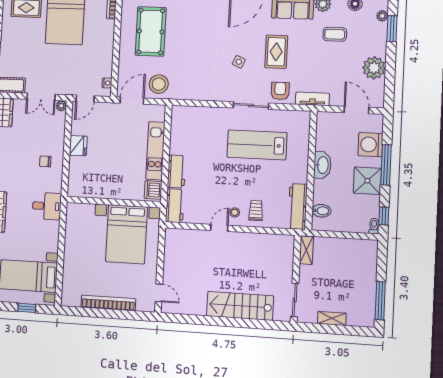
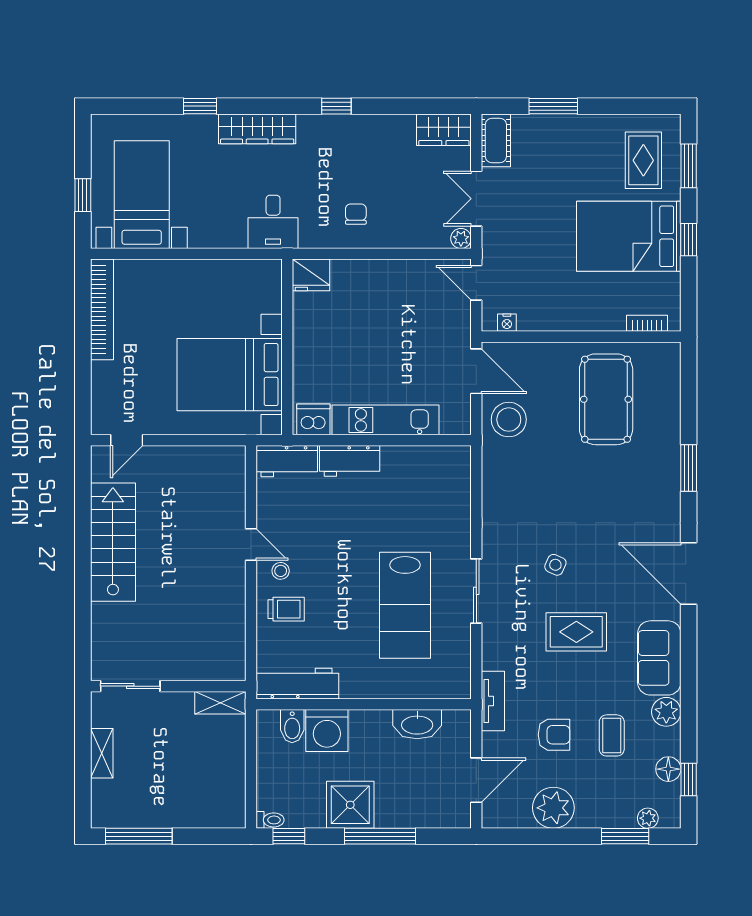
pool table: (151, 31) -> (606, 399), turned 90
armchair: (280, 91) -> (554, 735), moved
lab bench: (257, 145) -> (405, 605), turned 180
washing machine: (370, 145) -> (327, 730), moved, turned 180
fridge: (78, 146) -> (311, 275), moved
washbasin: (322, 165) -> (417, 724), moved
bookcase: (108, 303) -> (102, 309), moved
stairs: (240, 306) -> (113, 542), moved

